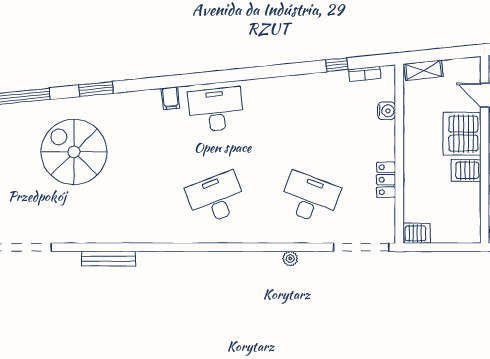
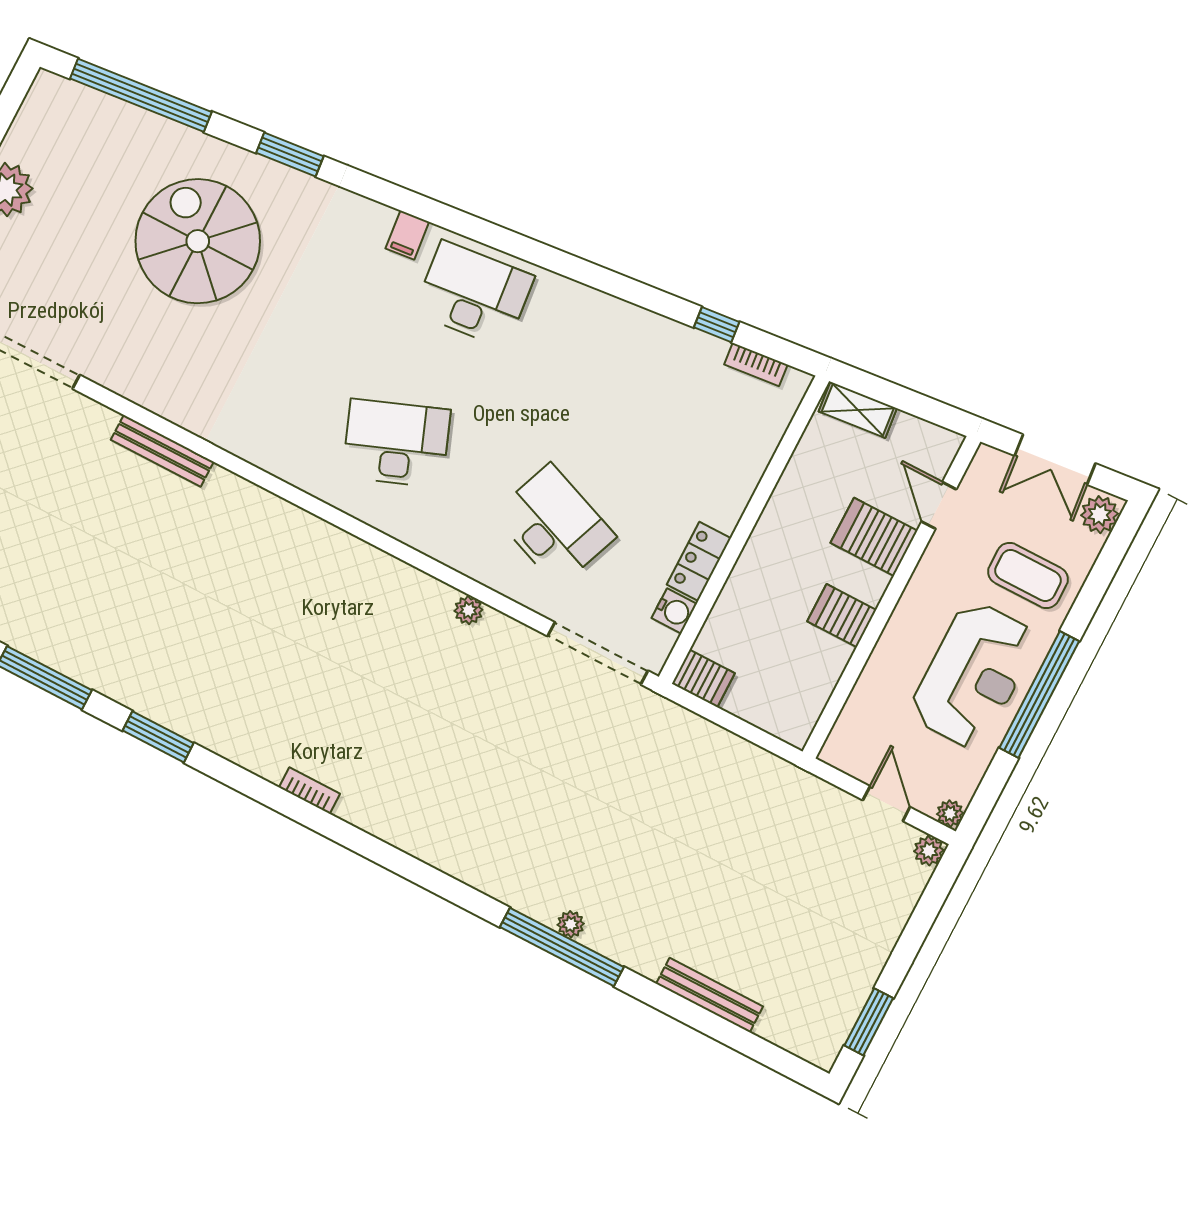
water cooler: (387, 111) -> (674, 611), moved
server rack: (462, 134) -> (874, 537), width x0.62

